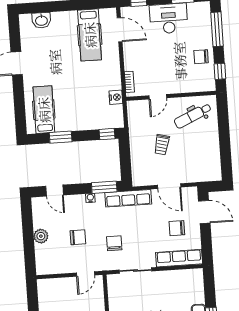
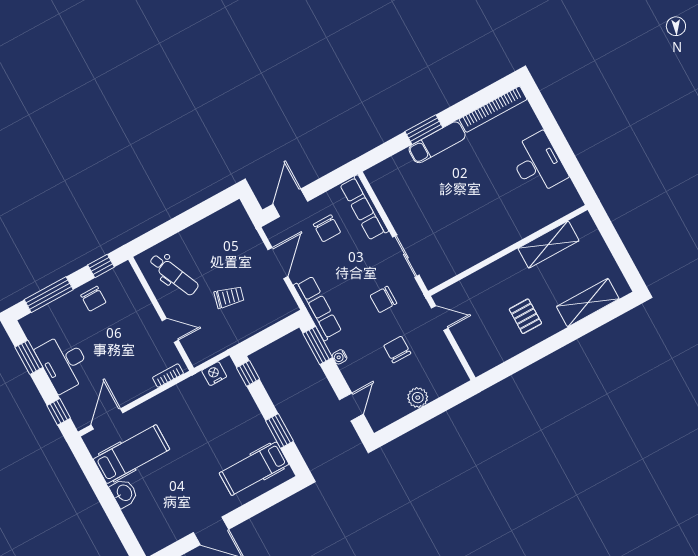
washbasin: (41, 20) -> (124, 493), moved
nightstand: (116, 97) -> (214, 374), moved

